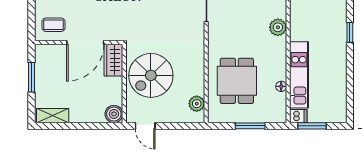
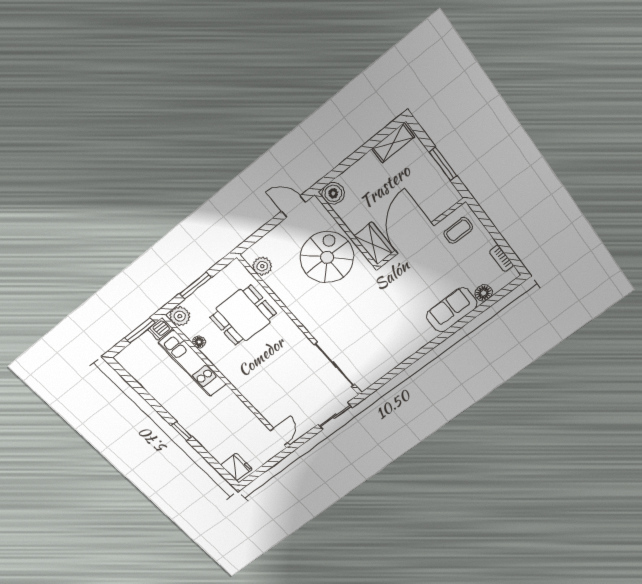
plant: (278, 27) -> (180, 316), moved
dining table: (237, 81) -> (243, 315), turned 90

